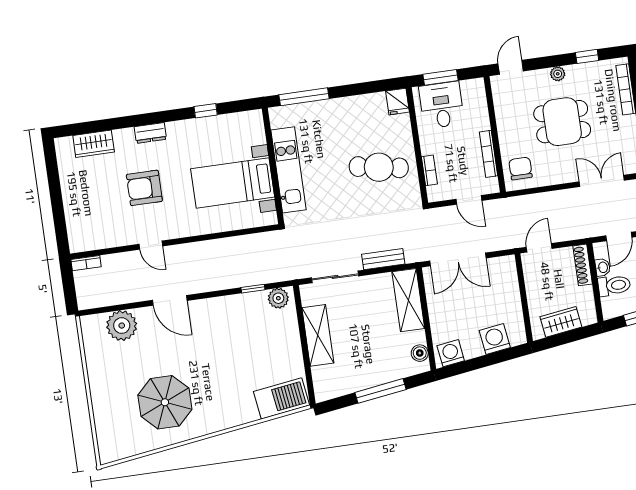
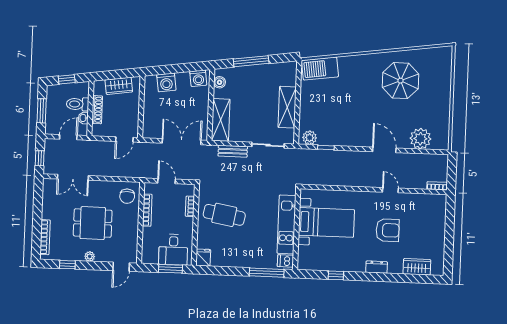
dishwasher: (280, 118) -> (285, 261), added
shoe rack: (583, 265) -> (97, 110), moved

